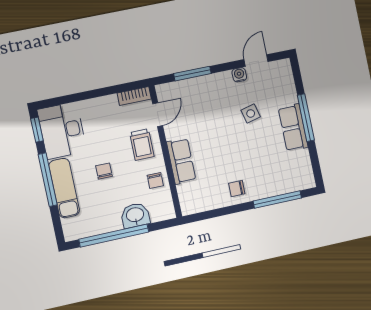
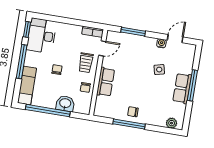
plant: (297, 183) -> (172, 123), added
exam couch: (64, 188) -> (27, 86), moved
window: (277, 199) -> (129, 124), moved

